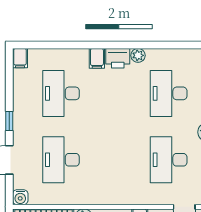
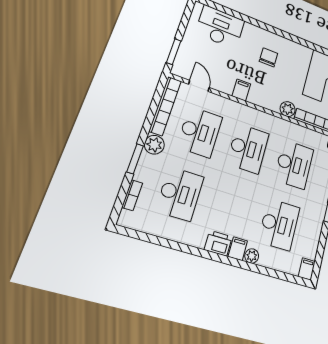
plant: (138, 55) -> (252, 256), moved
desk: (115, 160) -> (248, 149), added

